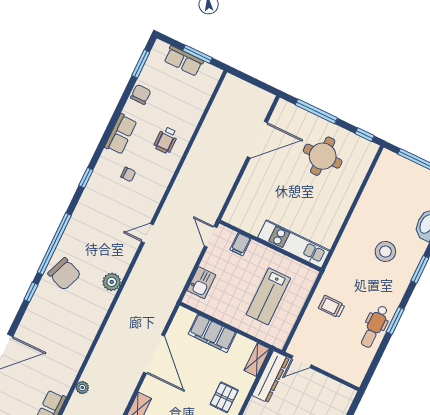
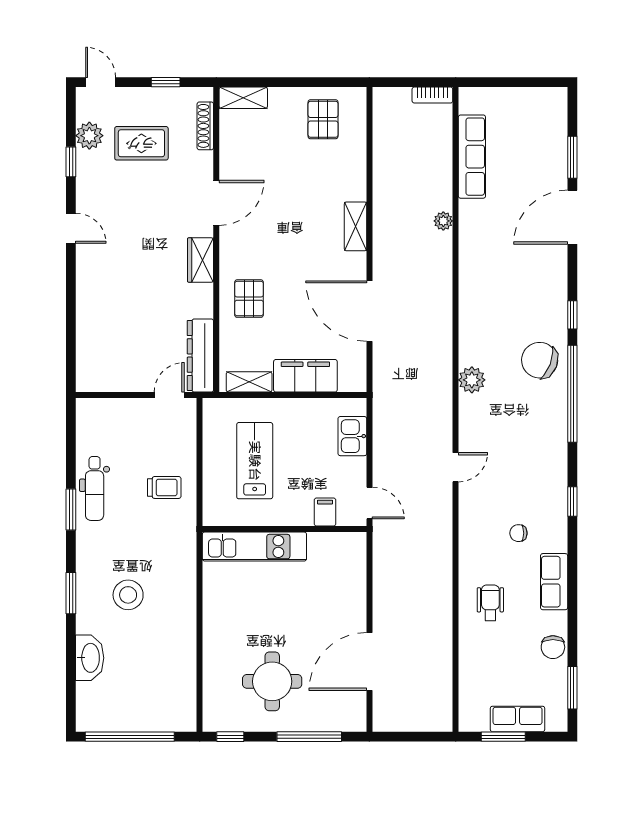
dental chair: (375, 327) -> (95, 488), turned 180
shelving: (257, 360) -> (249, 382), moved, turned 90

